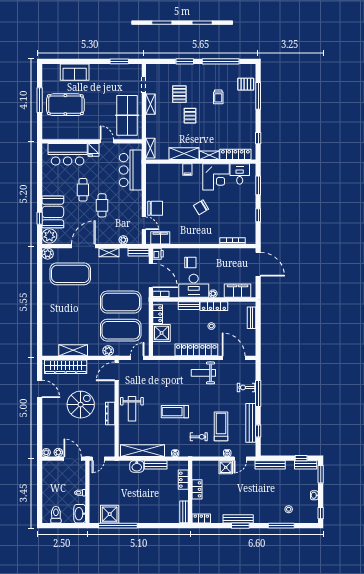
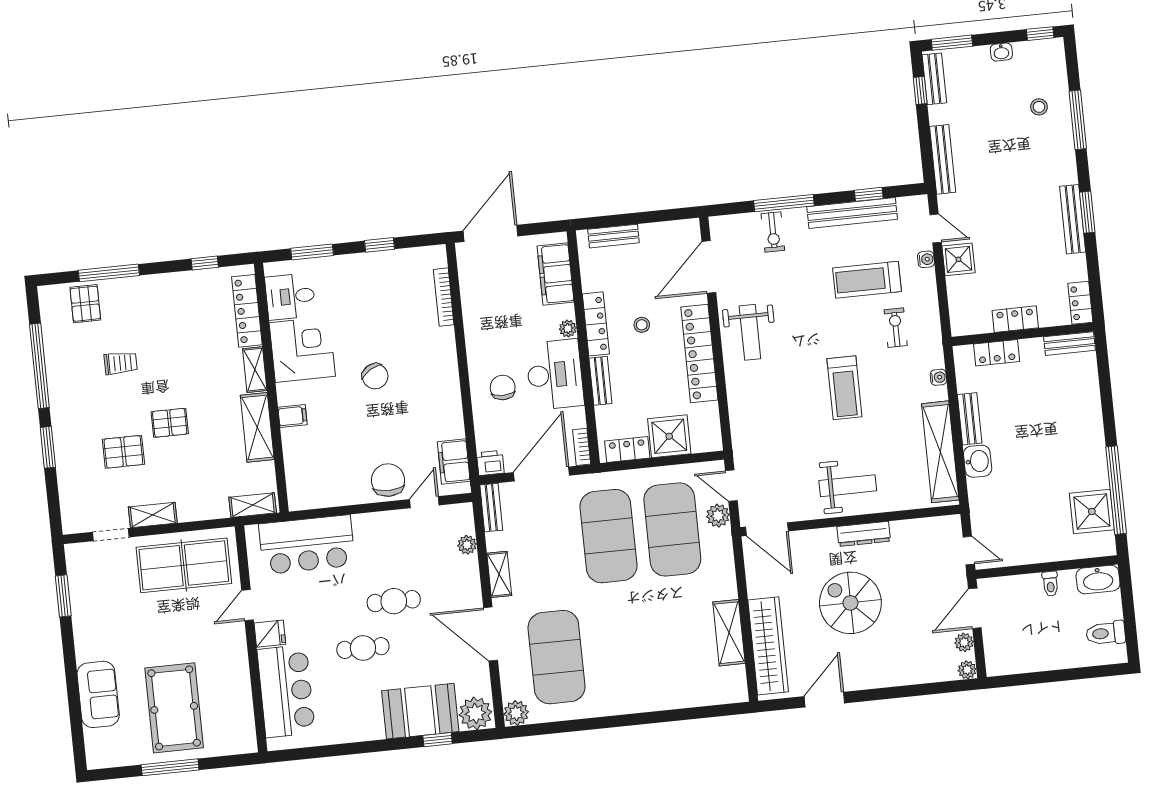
plant: (108, 351) -> (718, 516), moved

